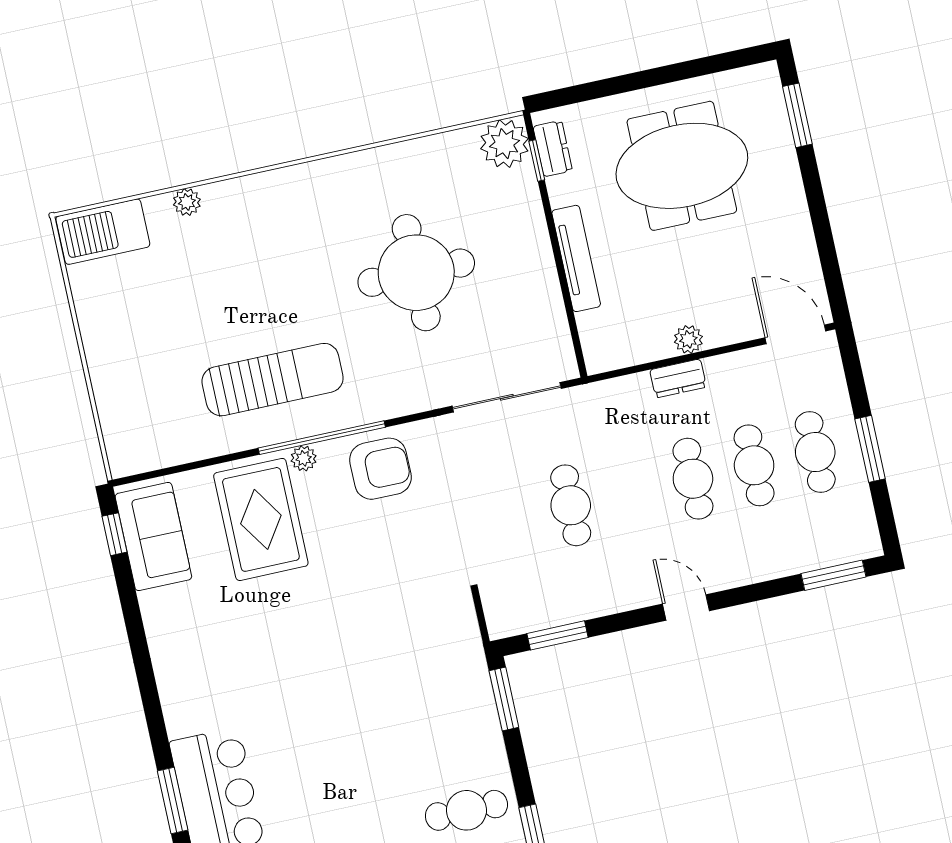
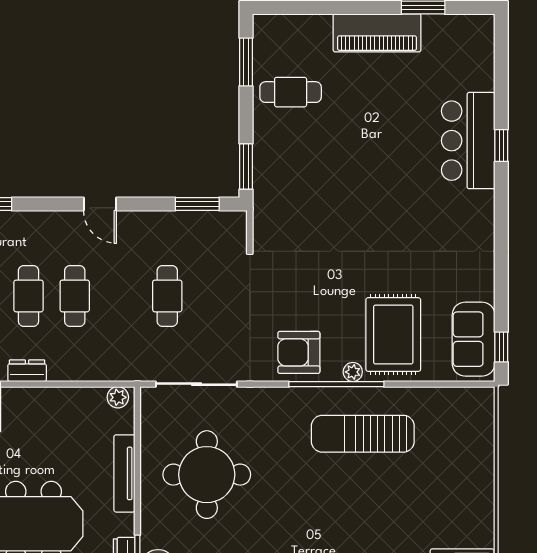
round table: (416, 273) -> (207, 475), moved
plant: (688, 339) -> (118, 397), moved
dresser: (678, 378) -> (27, 371), moved
window: (173, 800) -> (501, 145), width x0.67

